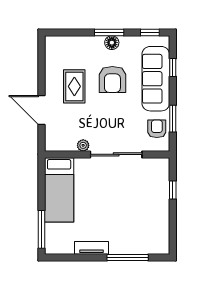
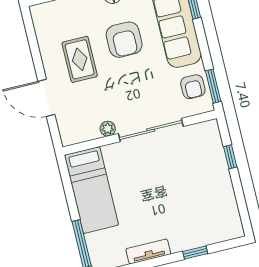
window: (173, 119) -> (213, 86), moved
armchair: (157, 129) -> (193, 87), turned 180
window: (128, 258) -> (195, 253), width x0.46

